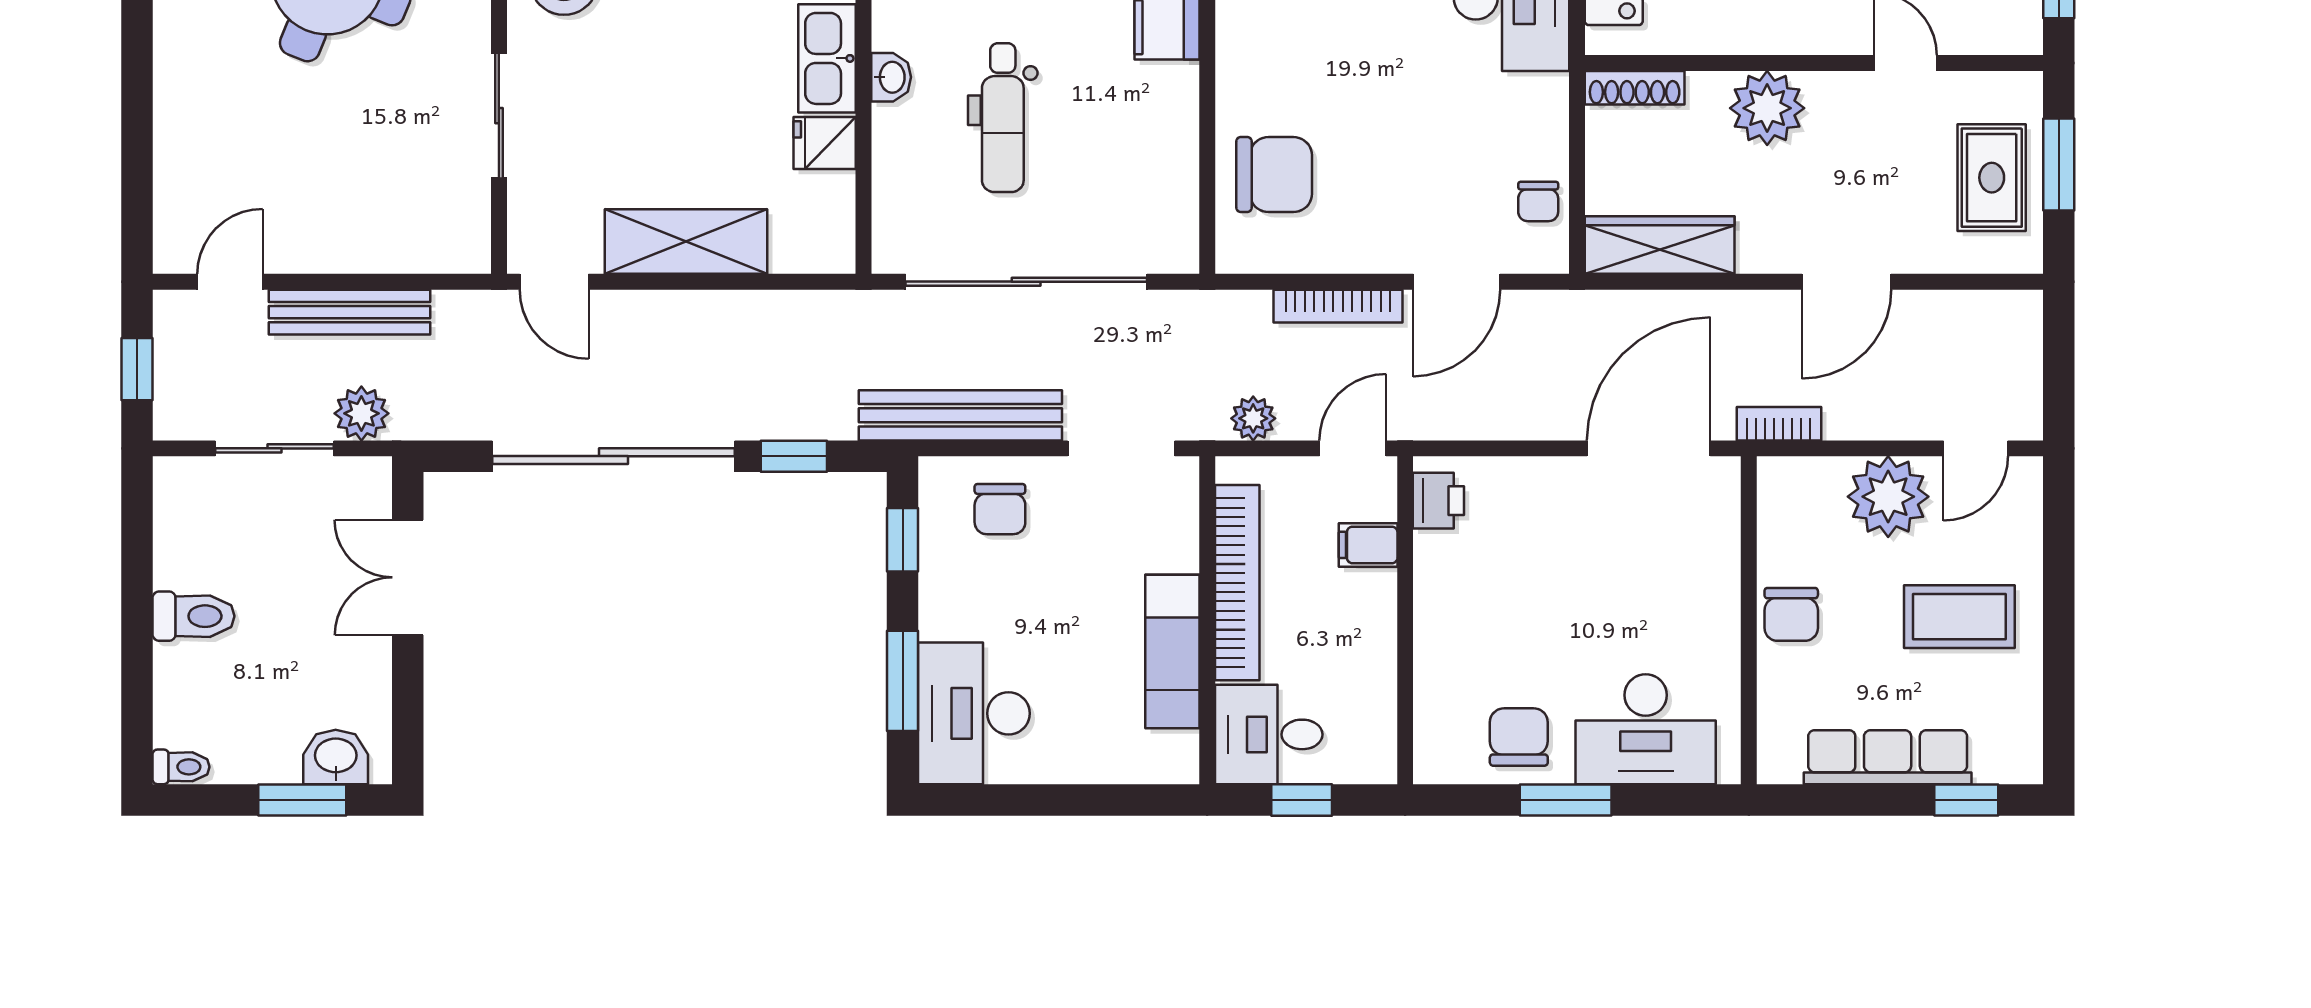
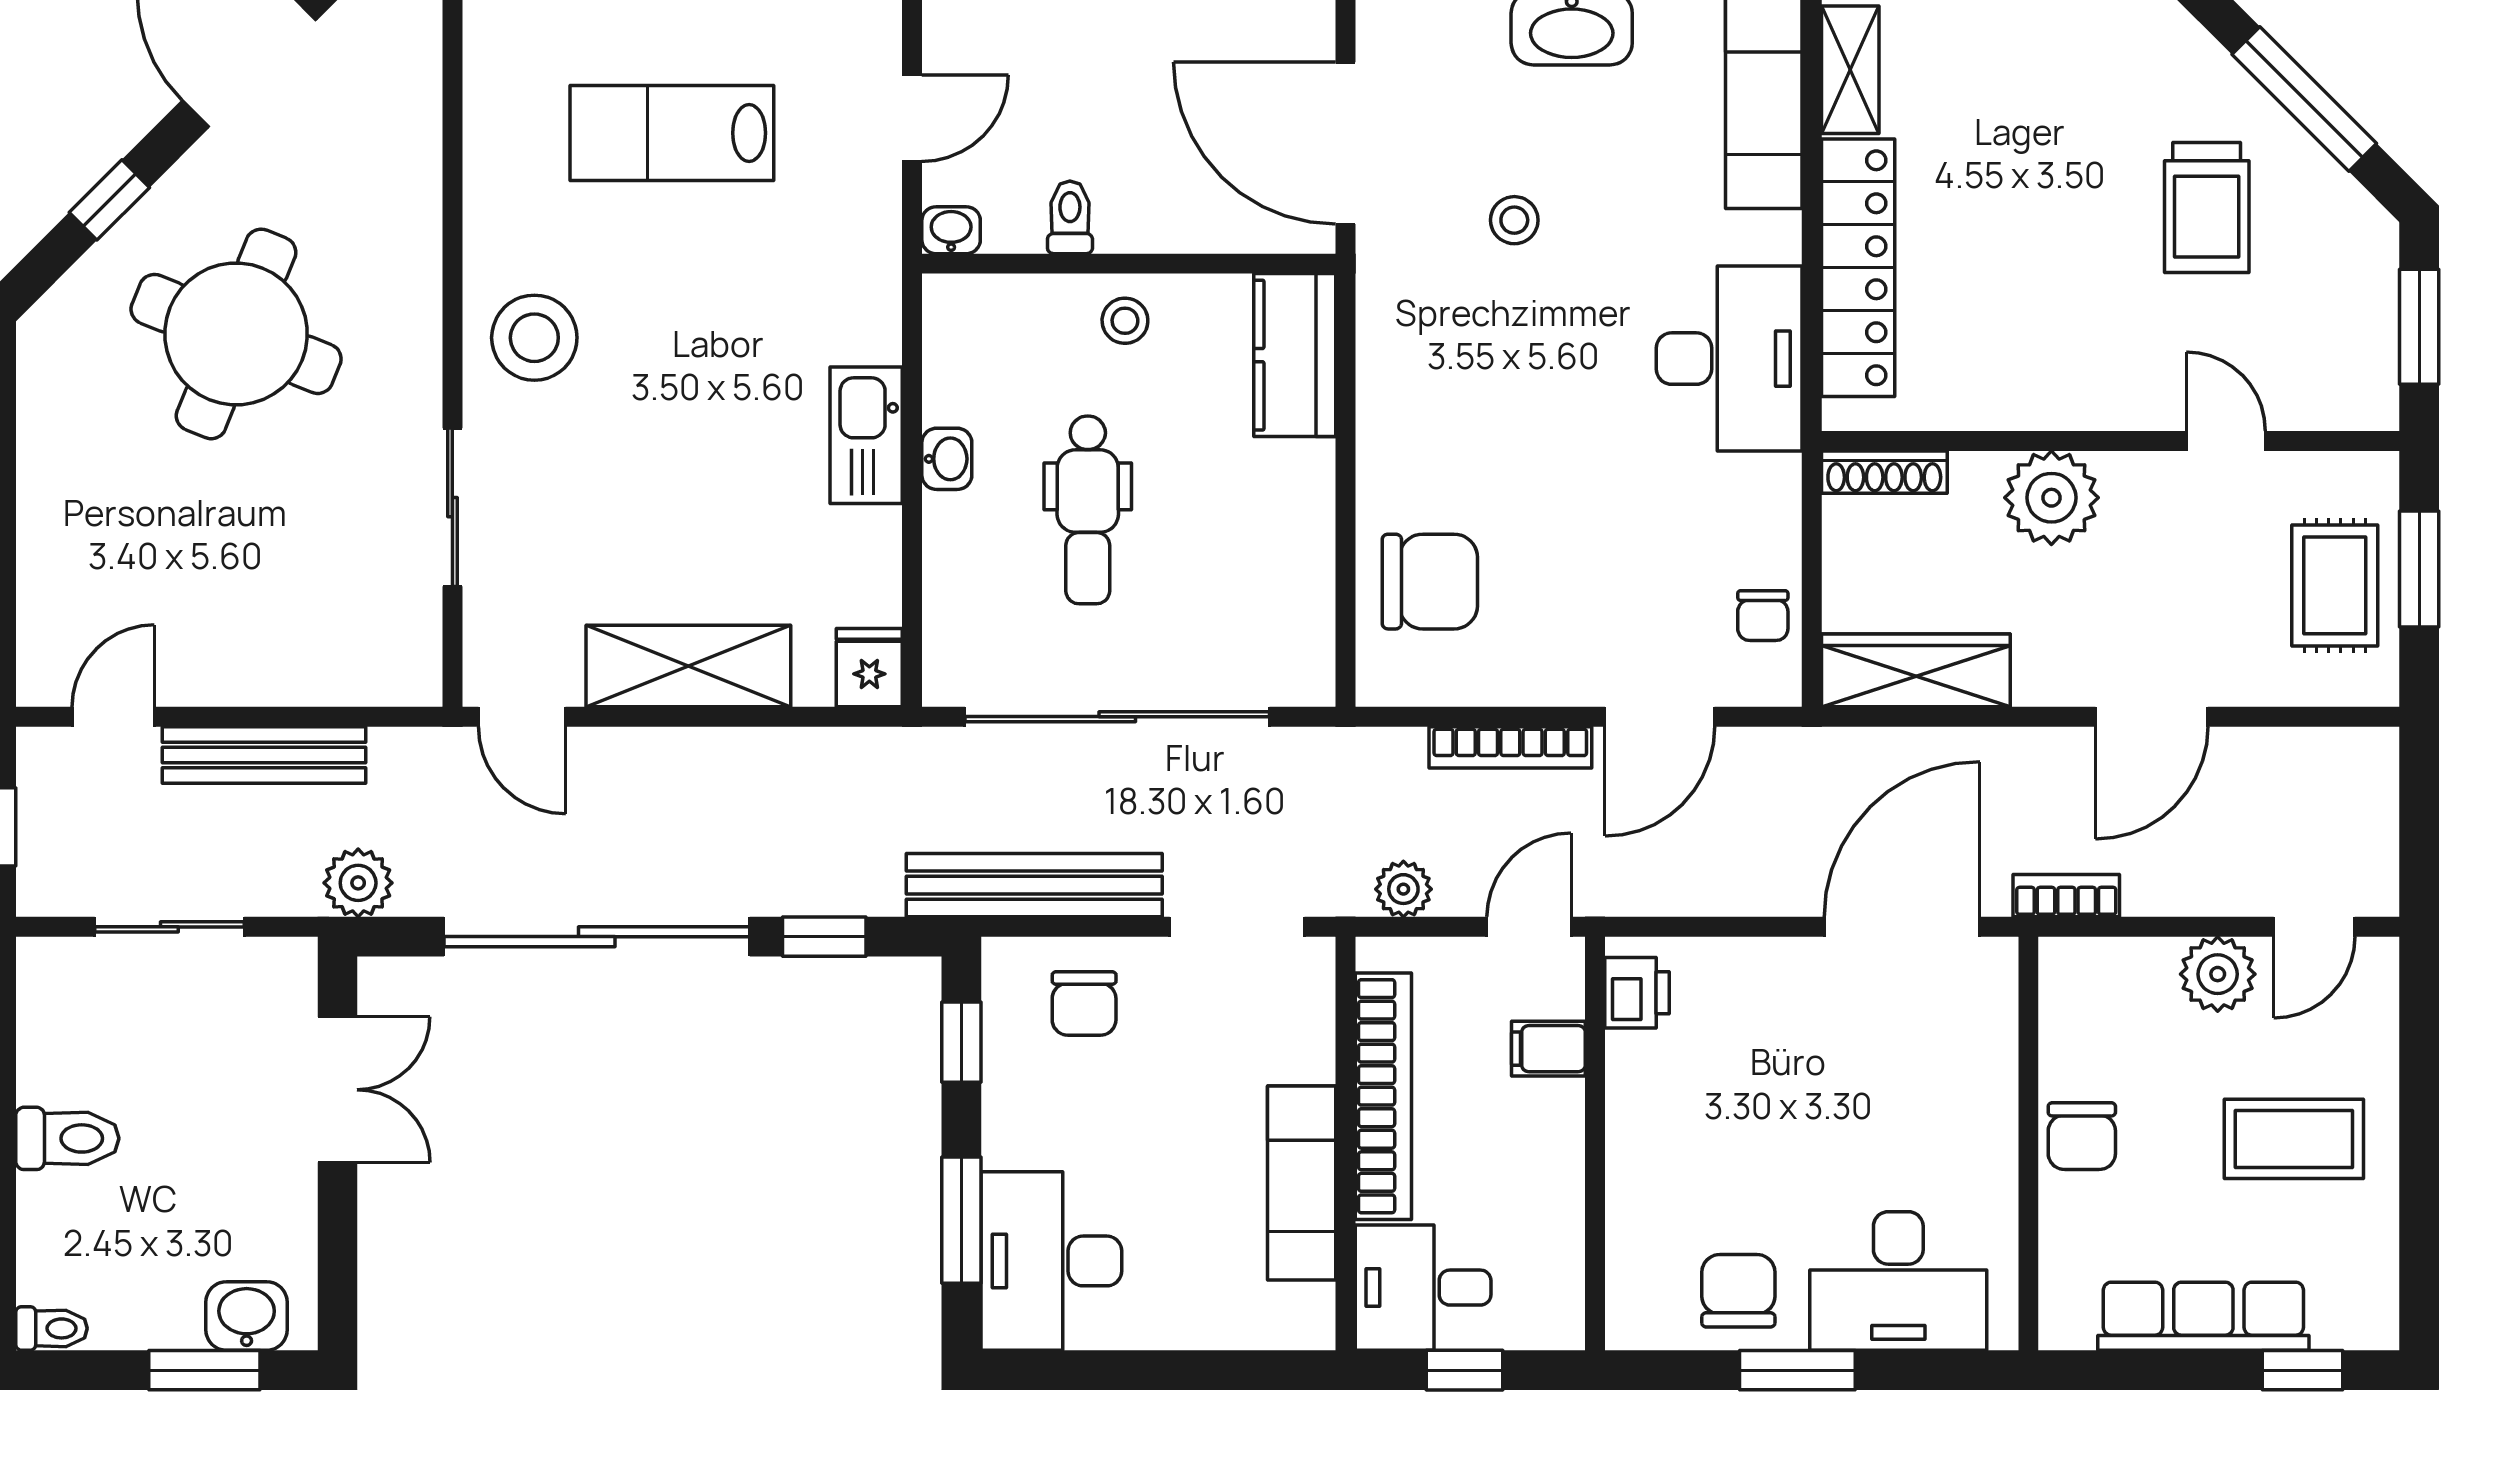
fridge: (825, 143) -> (869, 668), moved, turned 90
plant: (361, 413) -> (358, 883), moved
plant: (1888, 497) -> (2218, 974), width x0.73, depth x0.73
double door: (408, 577) -> (338, 1090), swing flipped

